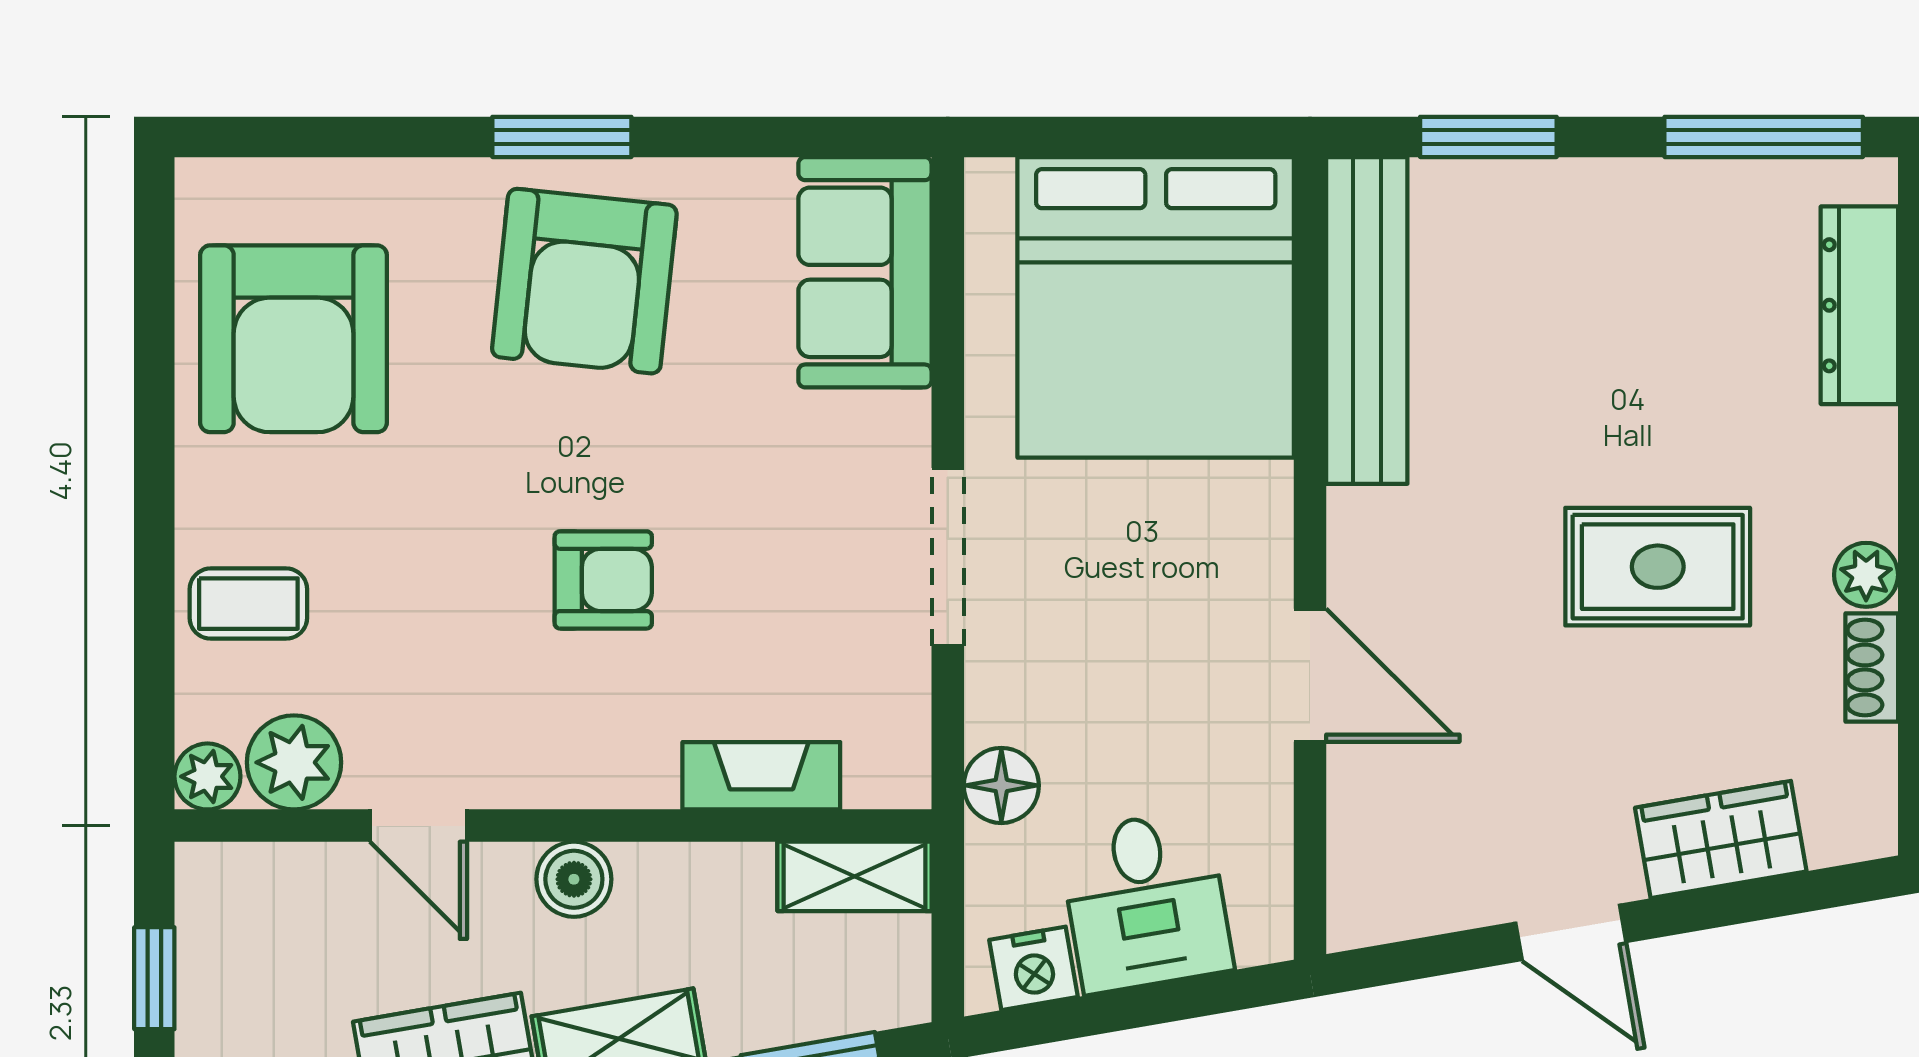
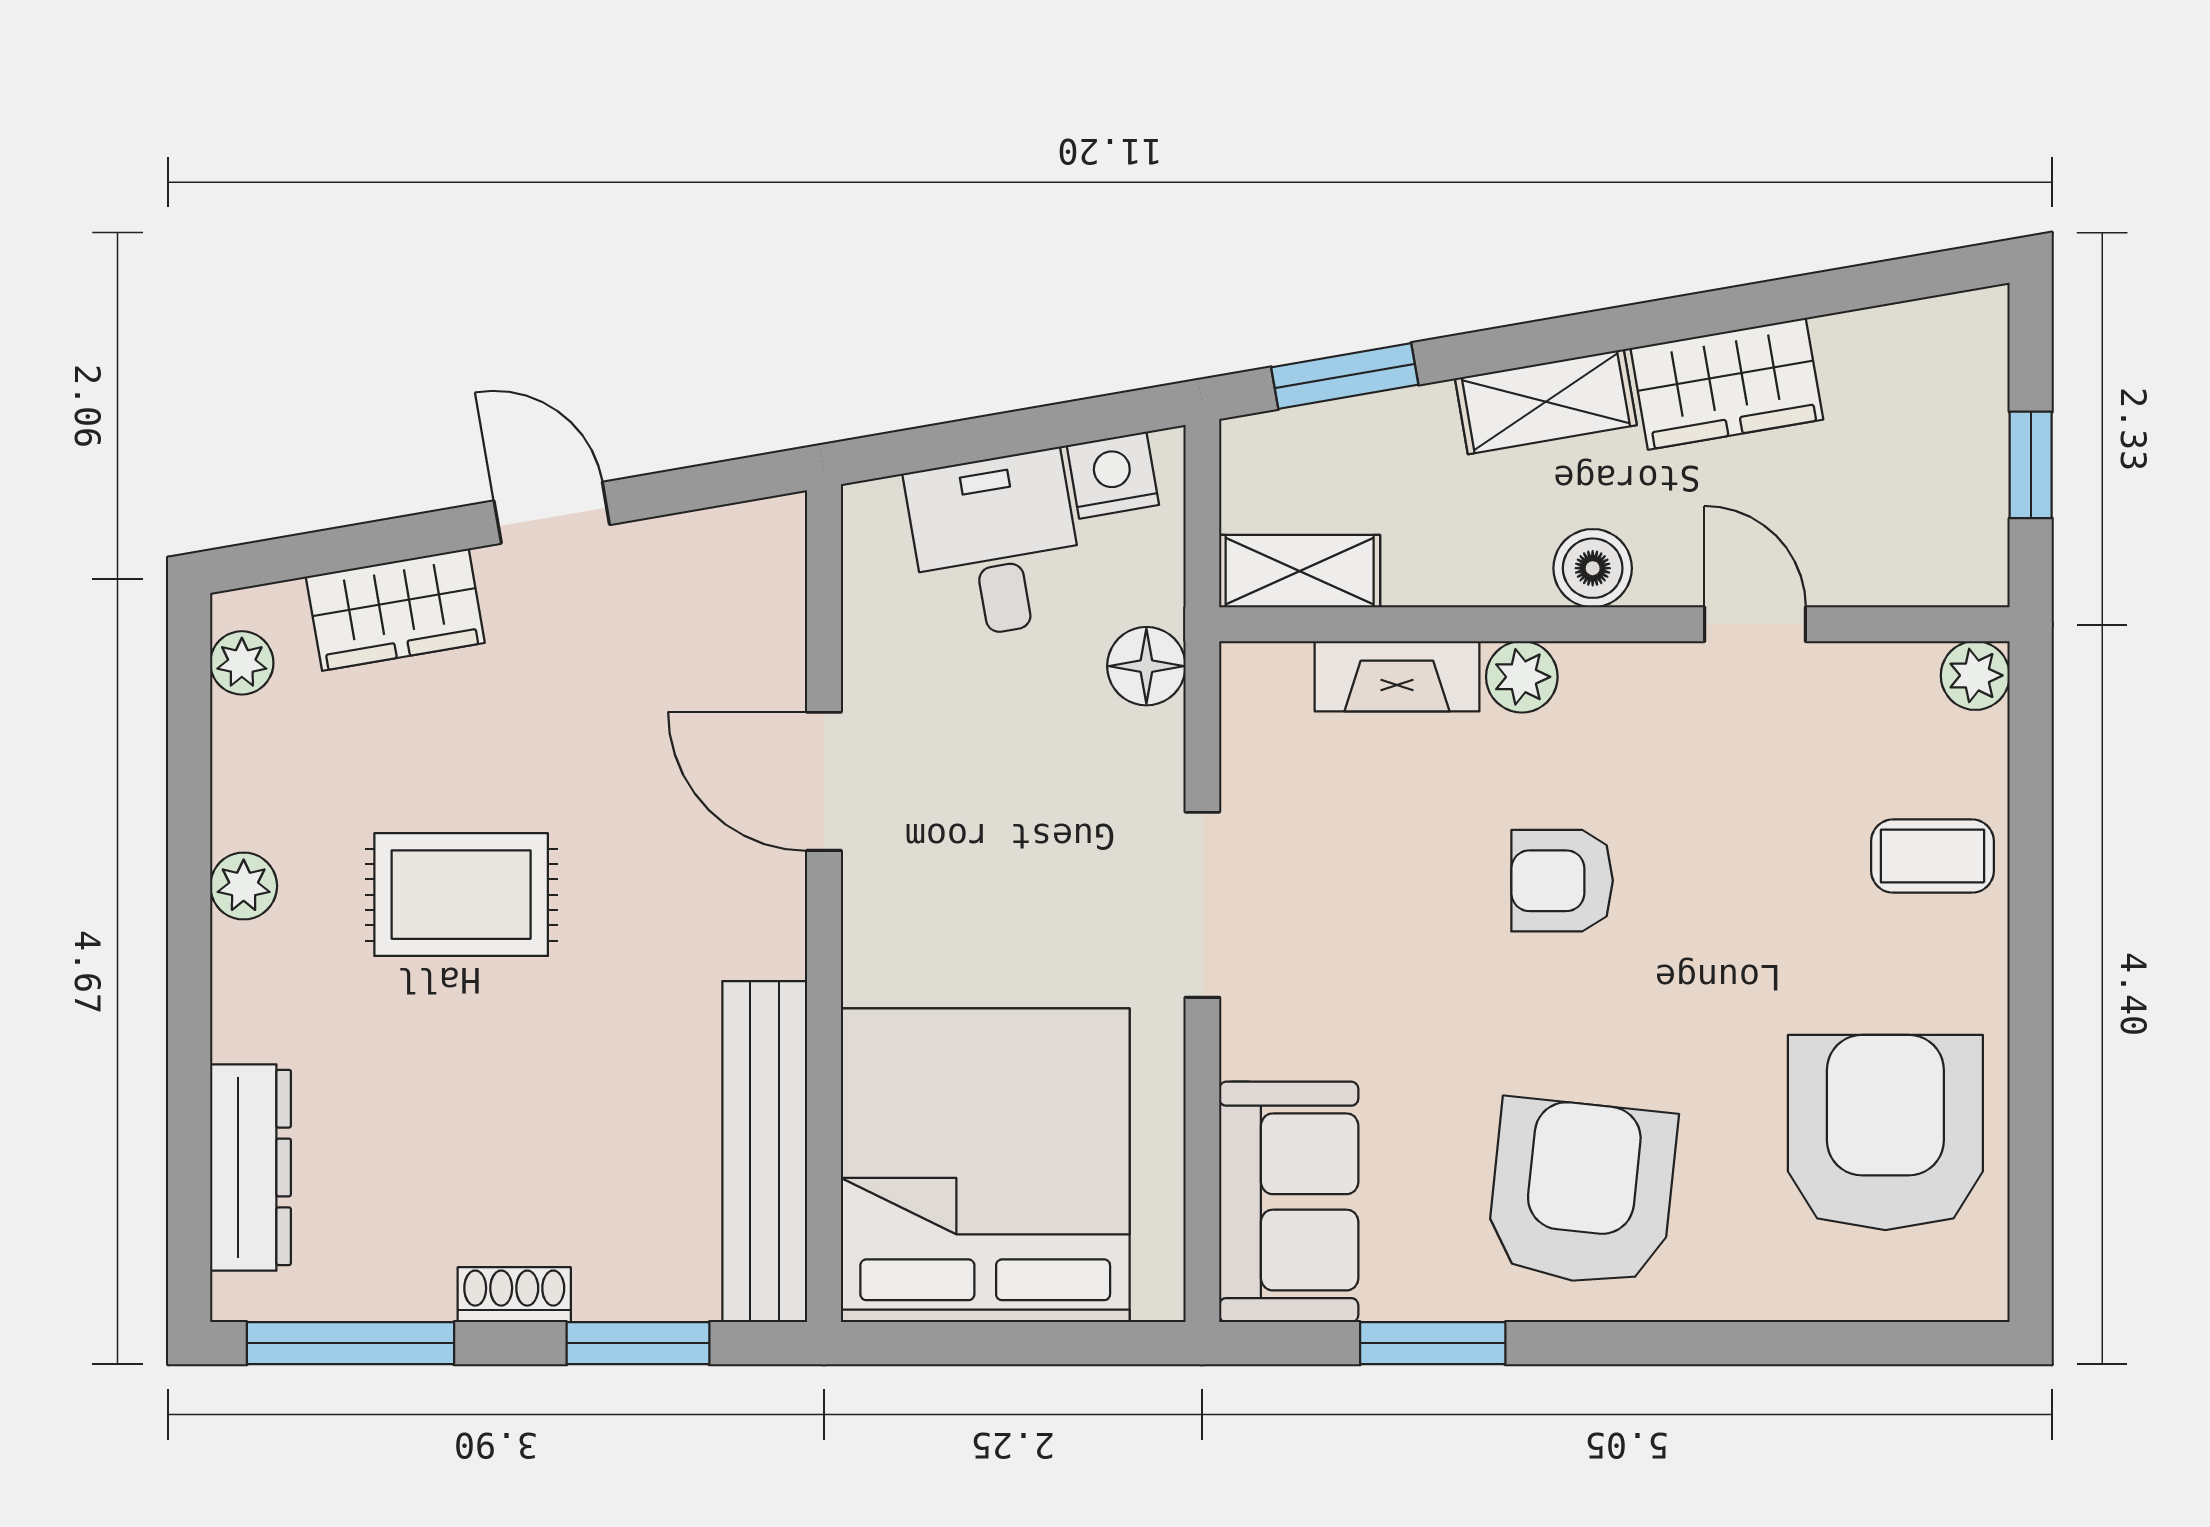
window: (562, 137) -> (1433, 1343), moved
shoe rack: (1872, 667) -> (514, 1295), moved, turned -90
plant: (294, 762) -> (1522, 677), moved, width x0.73, depth x0.73
plant: (1868, 789) -> (242, 663), added

